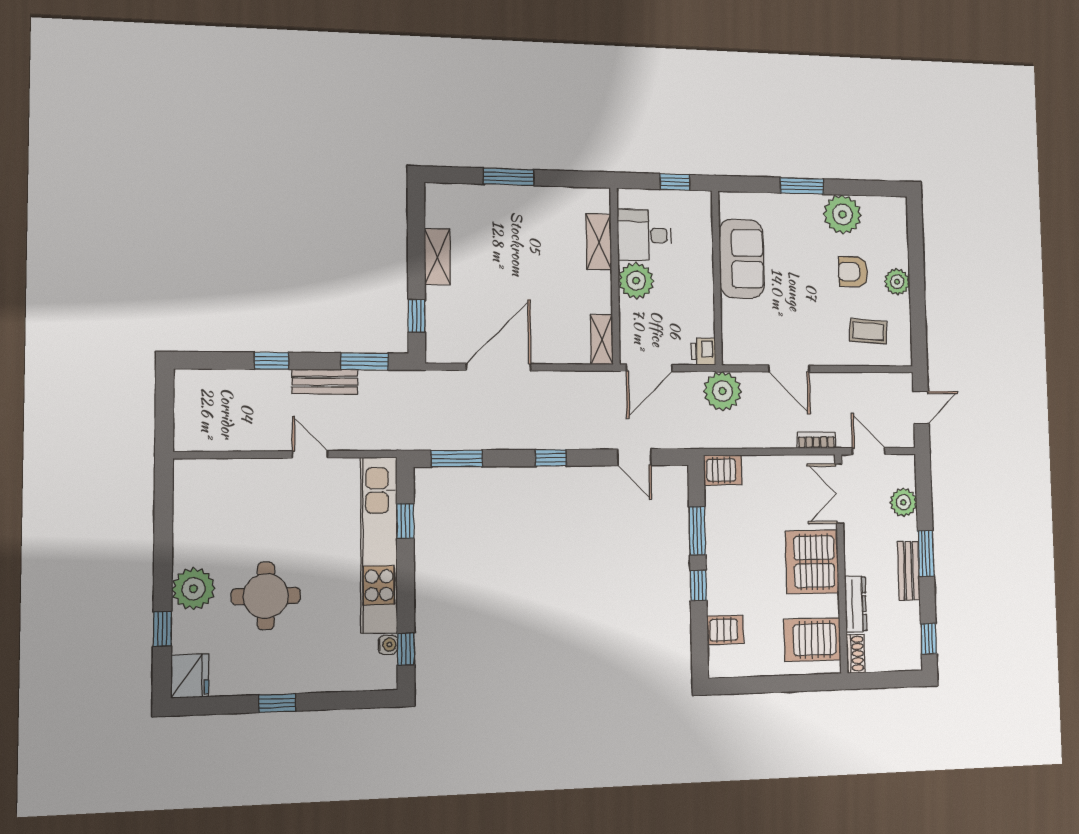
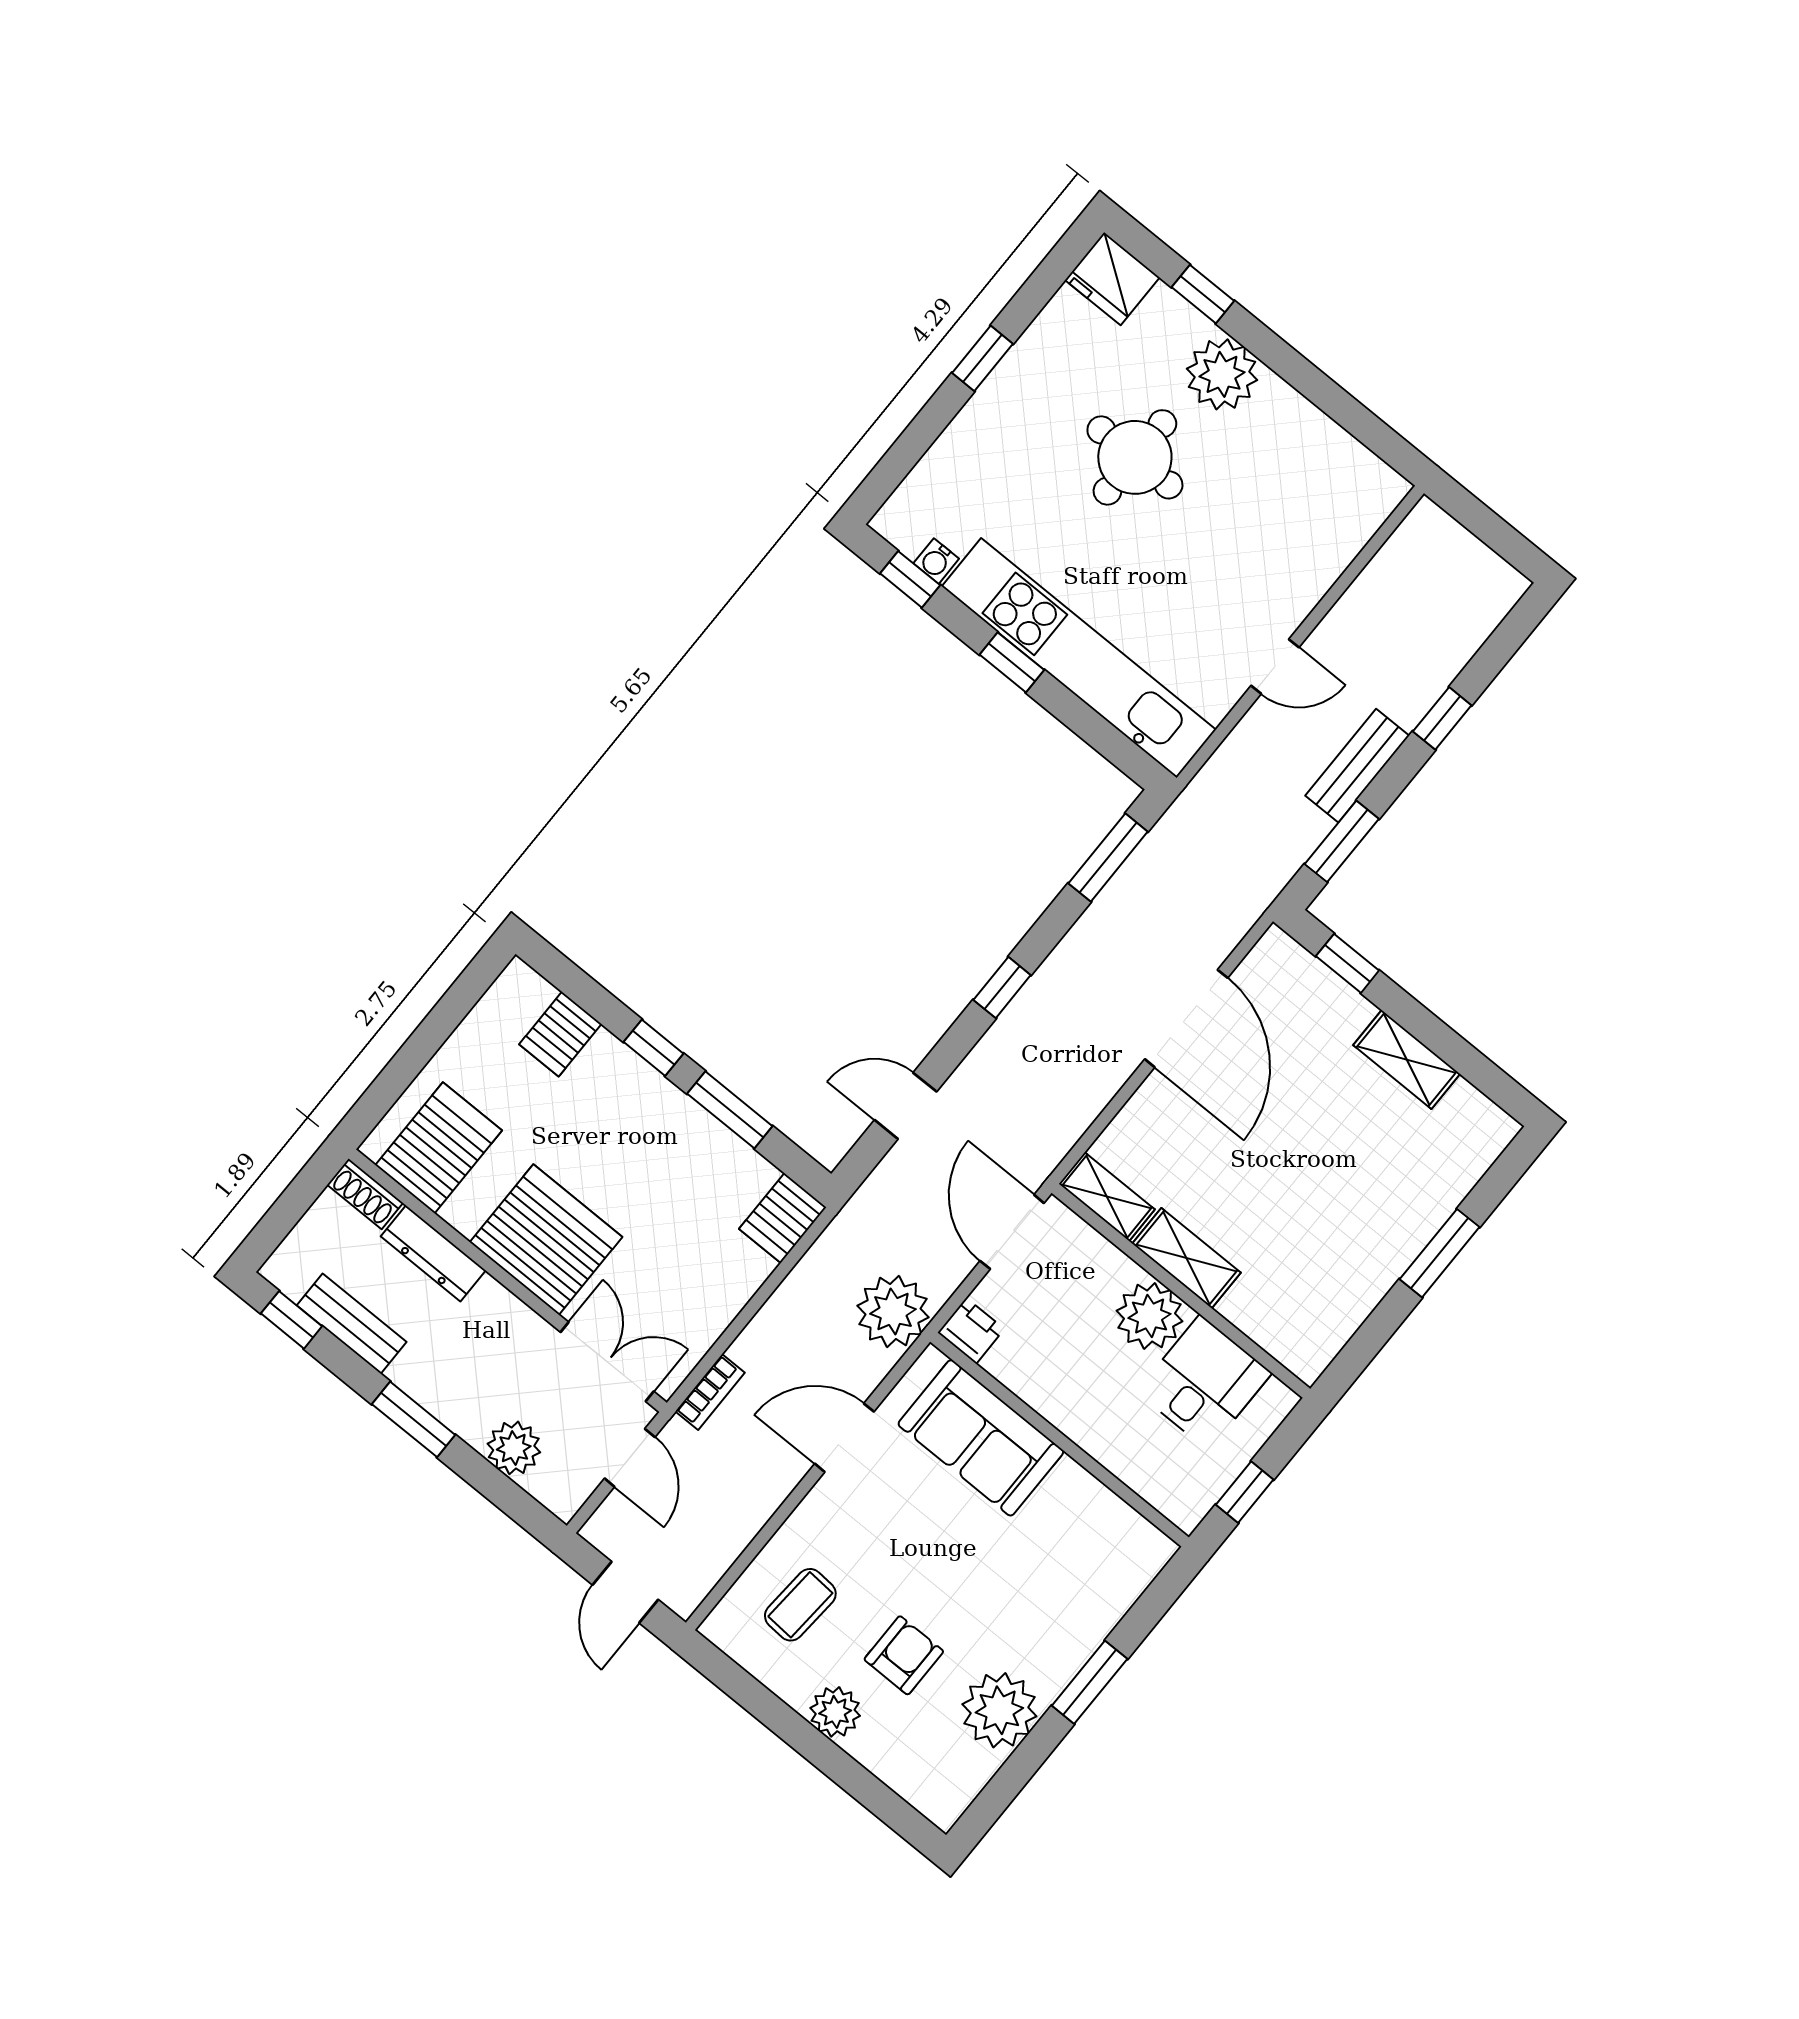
shelving: (599, 242) -> (1186, 1258), moved
sofa: (742, 259) -> (981, 1438), moved
door: (869, 451) -> (630, 1458), hinge flipped
window: (405, 521) -> (1012, 662), moved
bench: (909, 571) -> (352, 1324), moved

